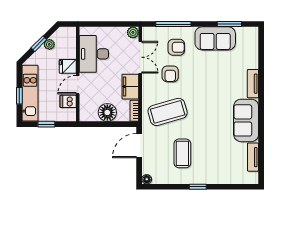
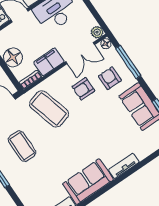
floor lamp: (147, 32) -> (106, 44), added
armchair: (176, 47) -> (110, 78), turned 180
coffee table: (182, 153) -> (22, 146), turned 90

